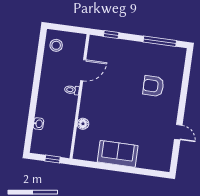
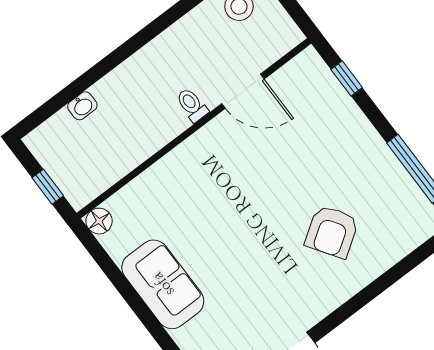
armchair: (153, 86) -> (332, 232), turned -124
floor lamp: (83, 124) -> (99, 221), moved

